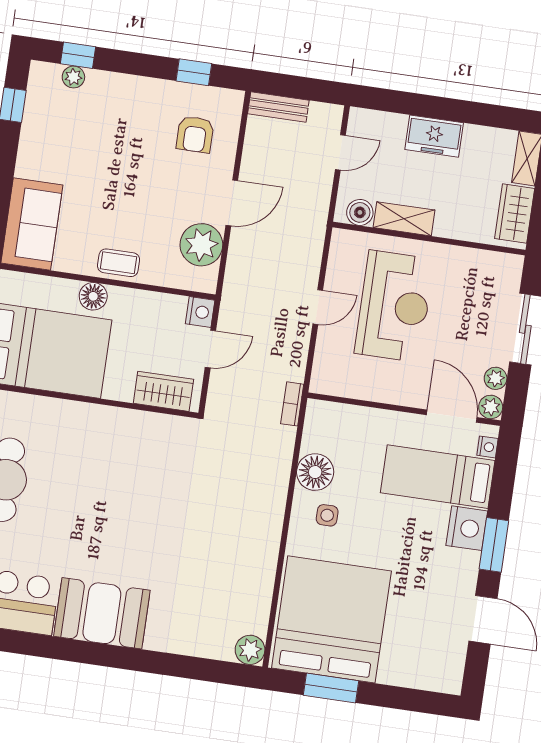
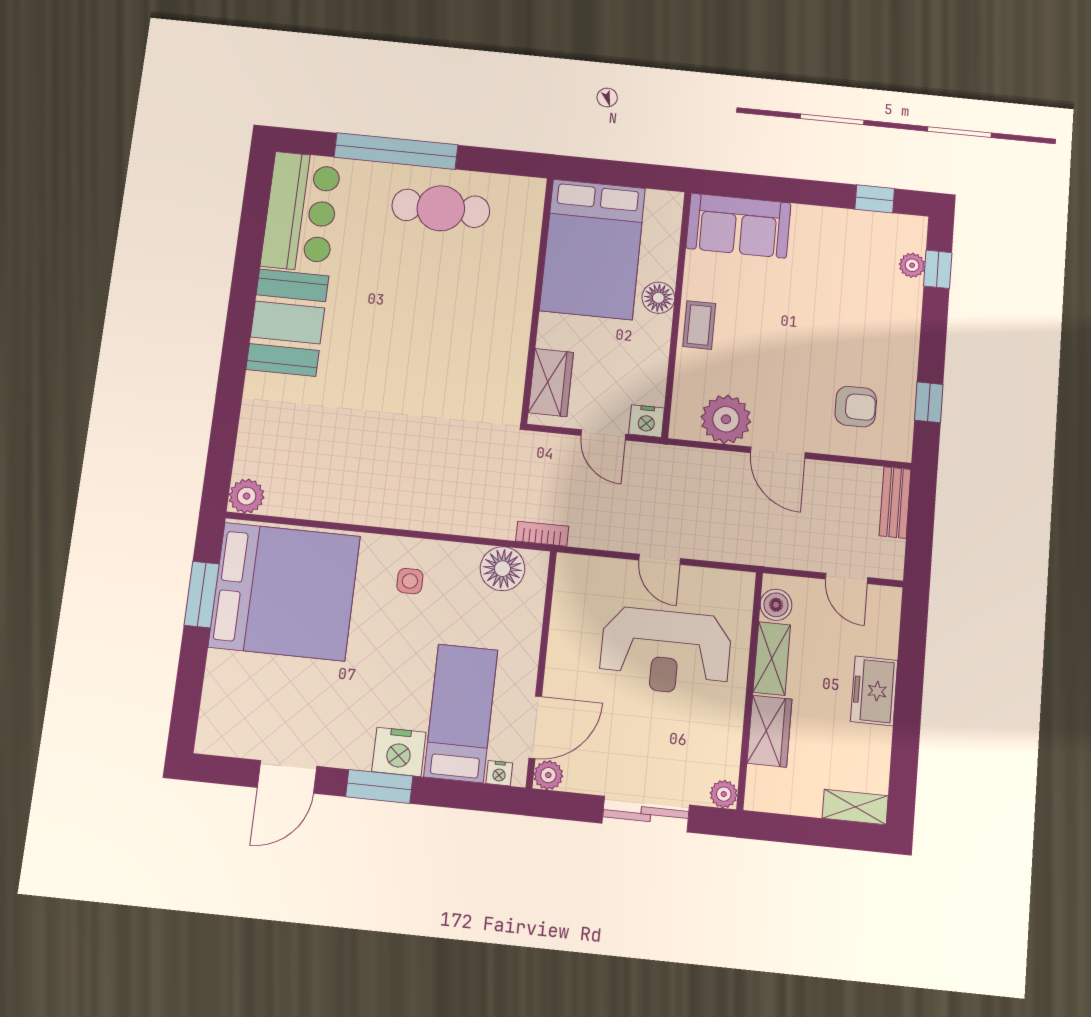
armchair: (195, 134) -> (856, 407), turned 180
wardrobe: (515, 213) -> (769, 731), moved, turned 90
plant: (496, 378) -> (724, 794), moved
floor lamp: (315, 472) -> (502, 569), moved

